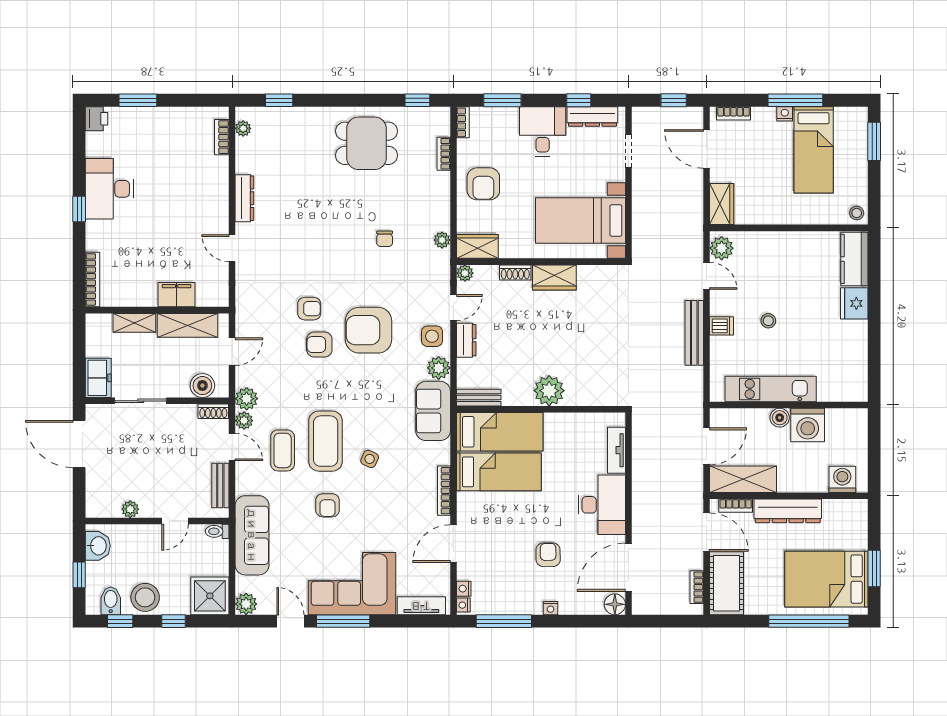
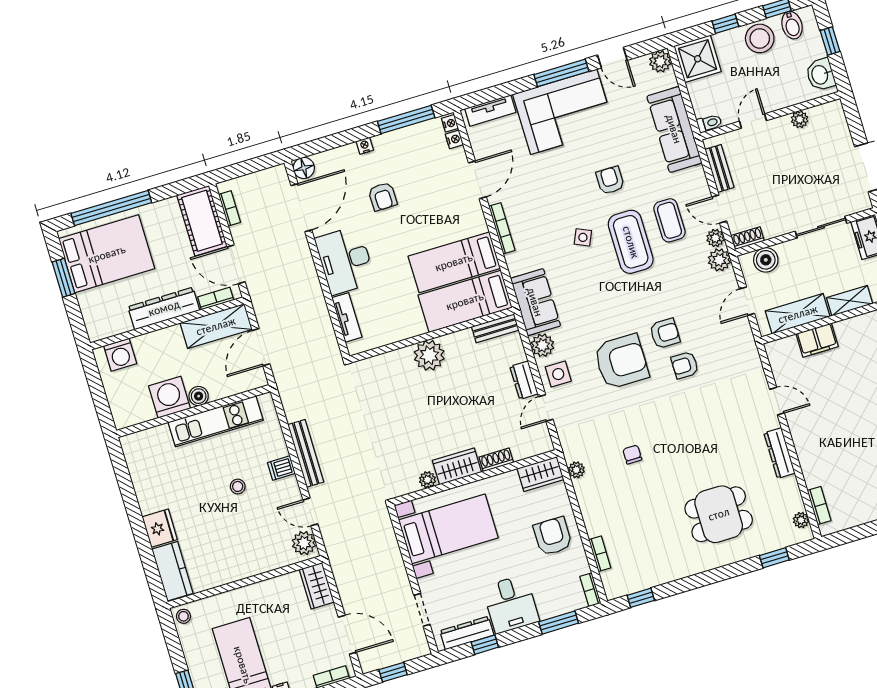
dining table: (367, 143) -> (719, 514), moved
plant: (465, 273) -> (427, 480), moved

